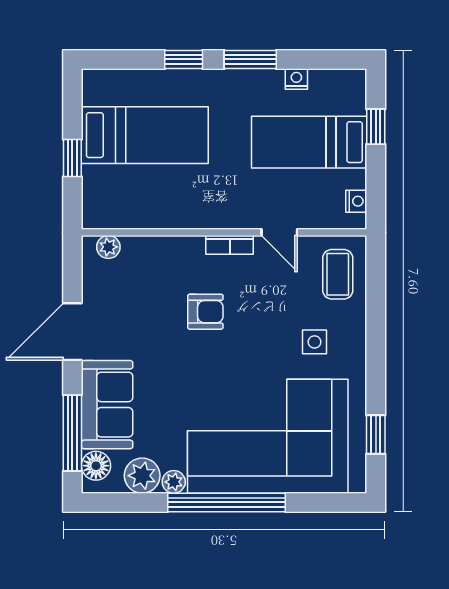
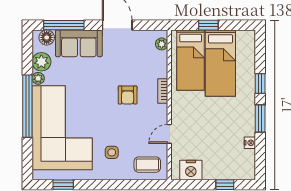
bed: (309, 142) -> (191, 60), moved, turned 180
nightstand: (356, 201) -> (191, 170), width x1.89, depth x1.79
bookcase: (230, 245) -> (163, 91), moved

